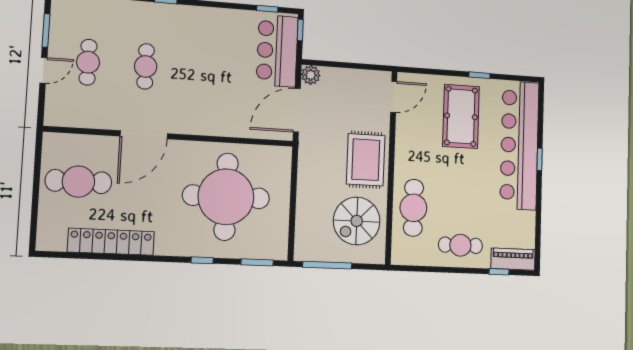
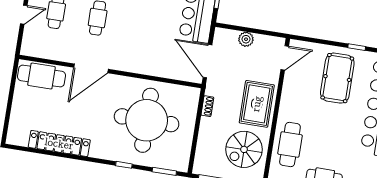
plant: (311, 75) -> (246, 39), moved
door: (297, 110) -> (207, 61), hinge flipped
shoe rack: (303, 169) -> (207, 106), added
cafe table: (78, 182) -> (42, 76), moved

